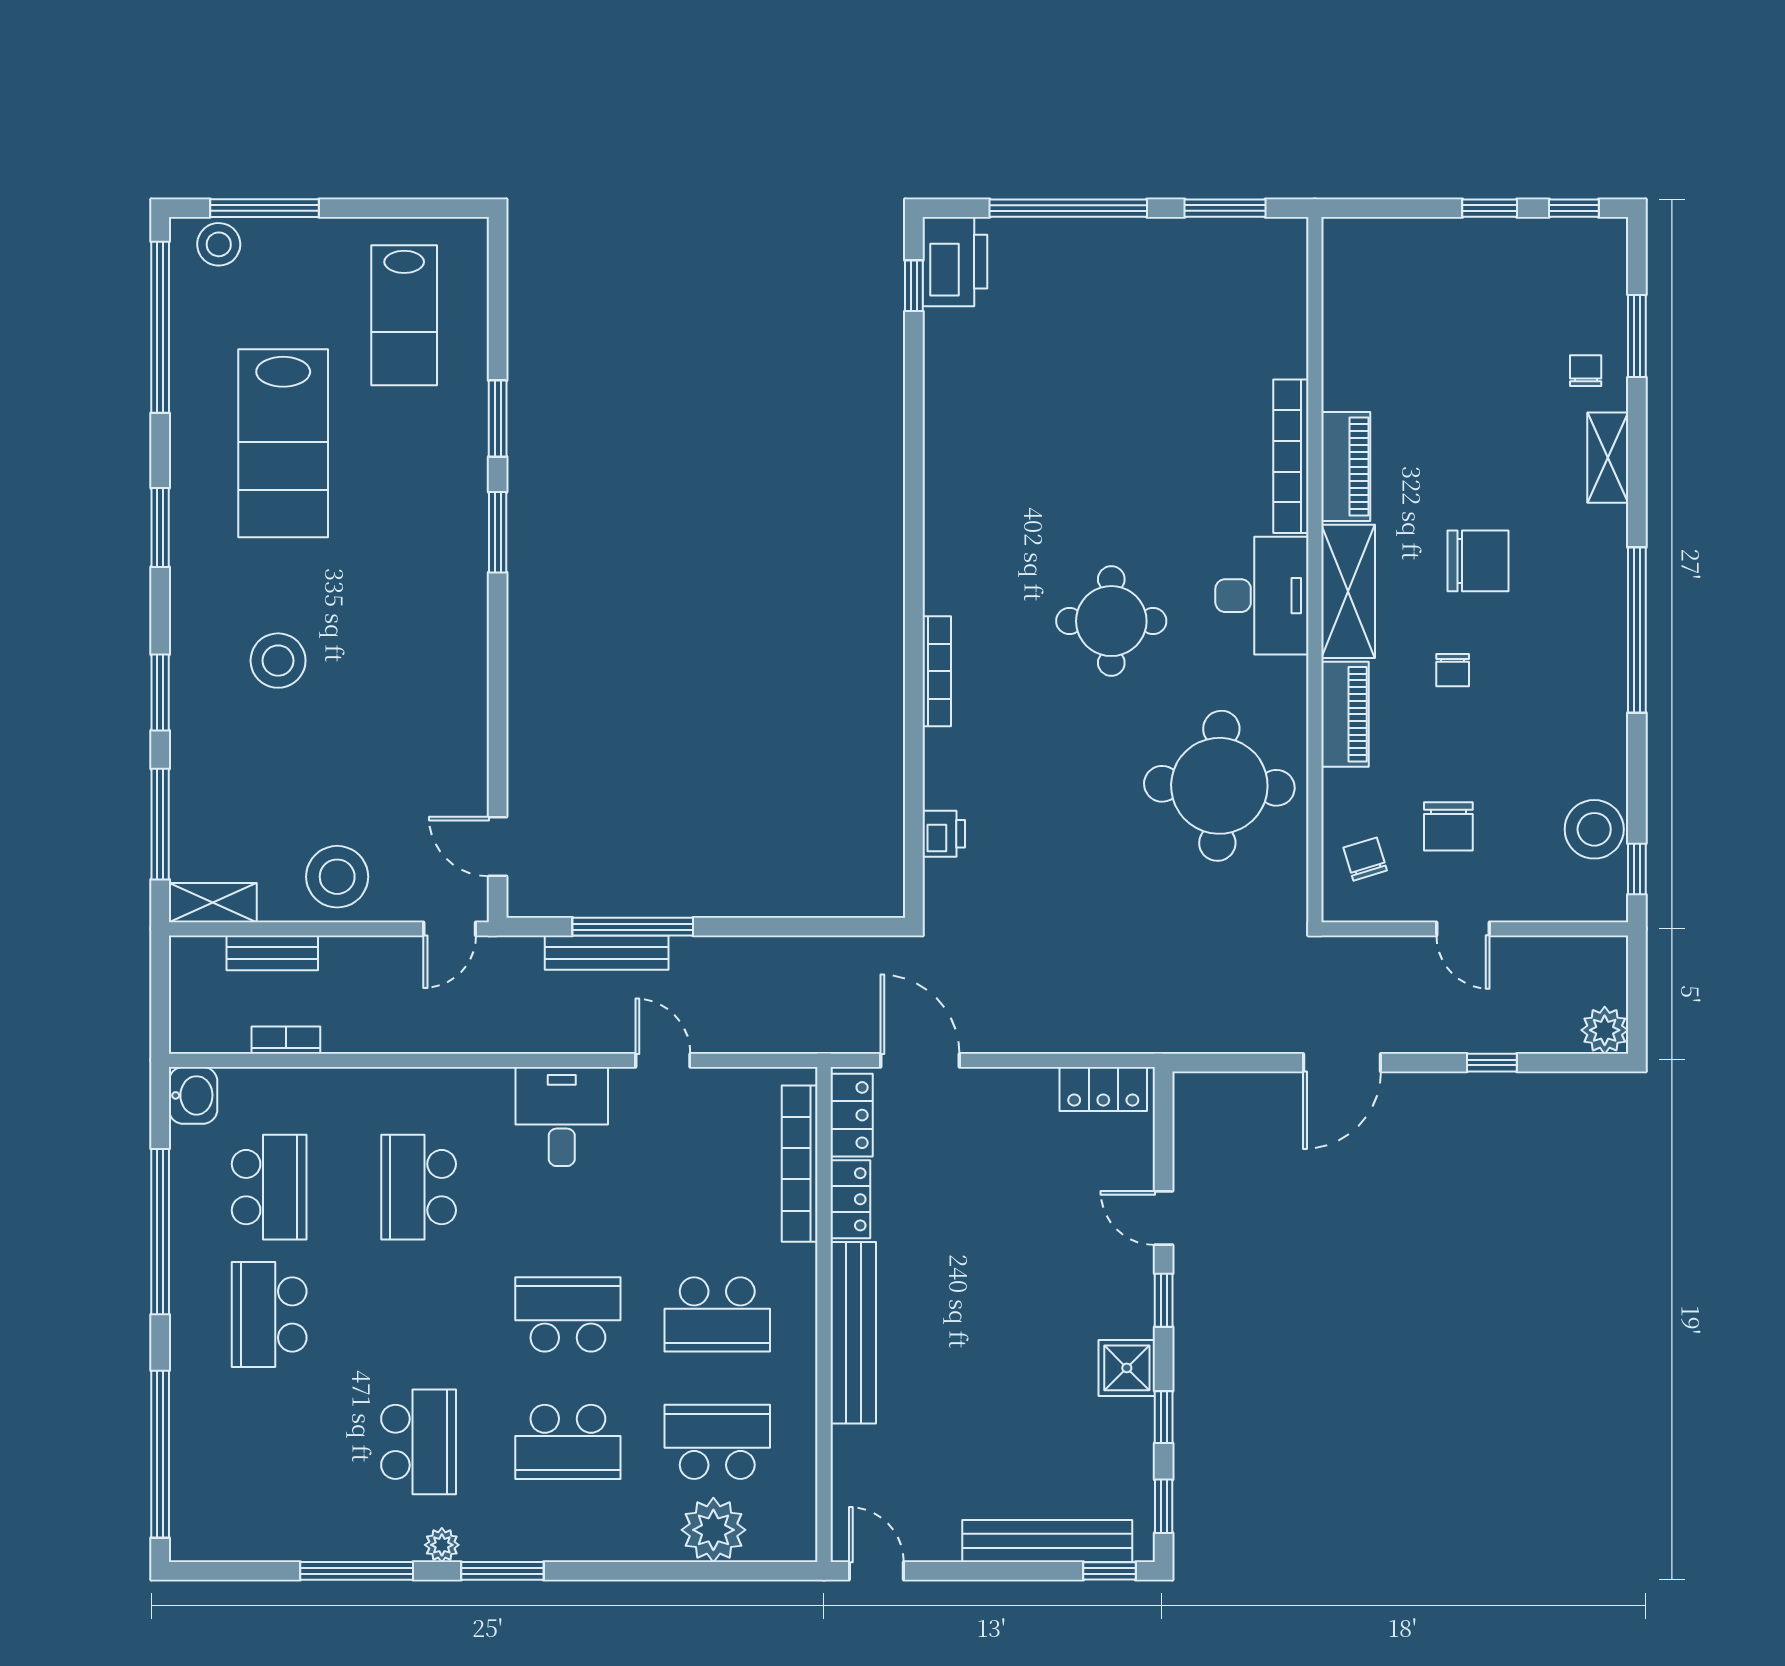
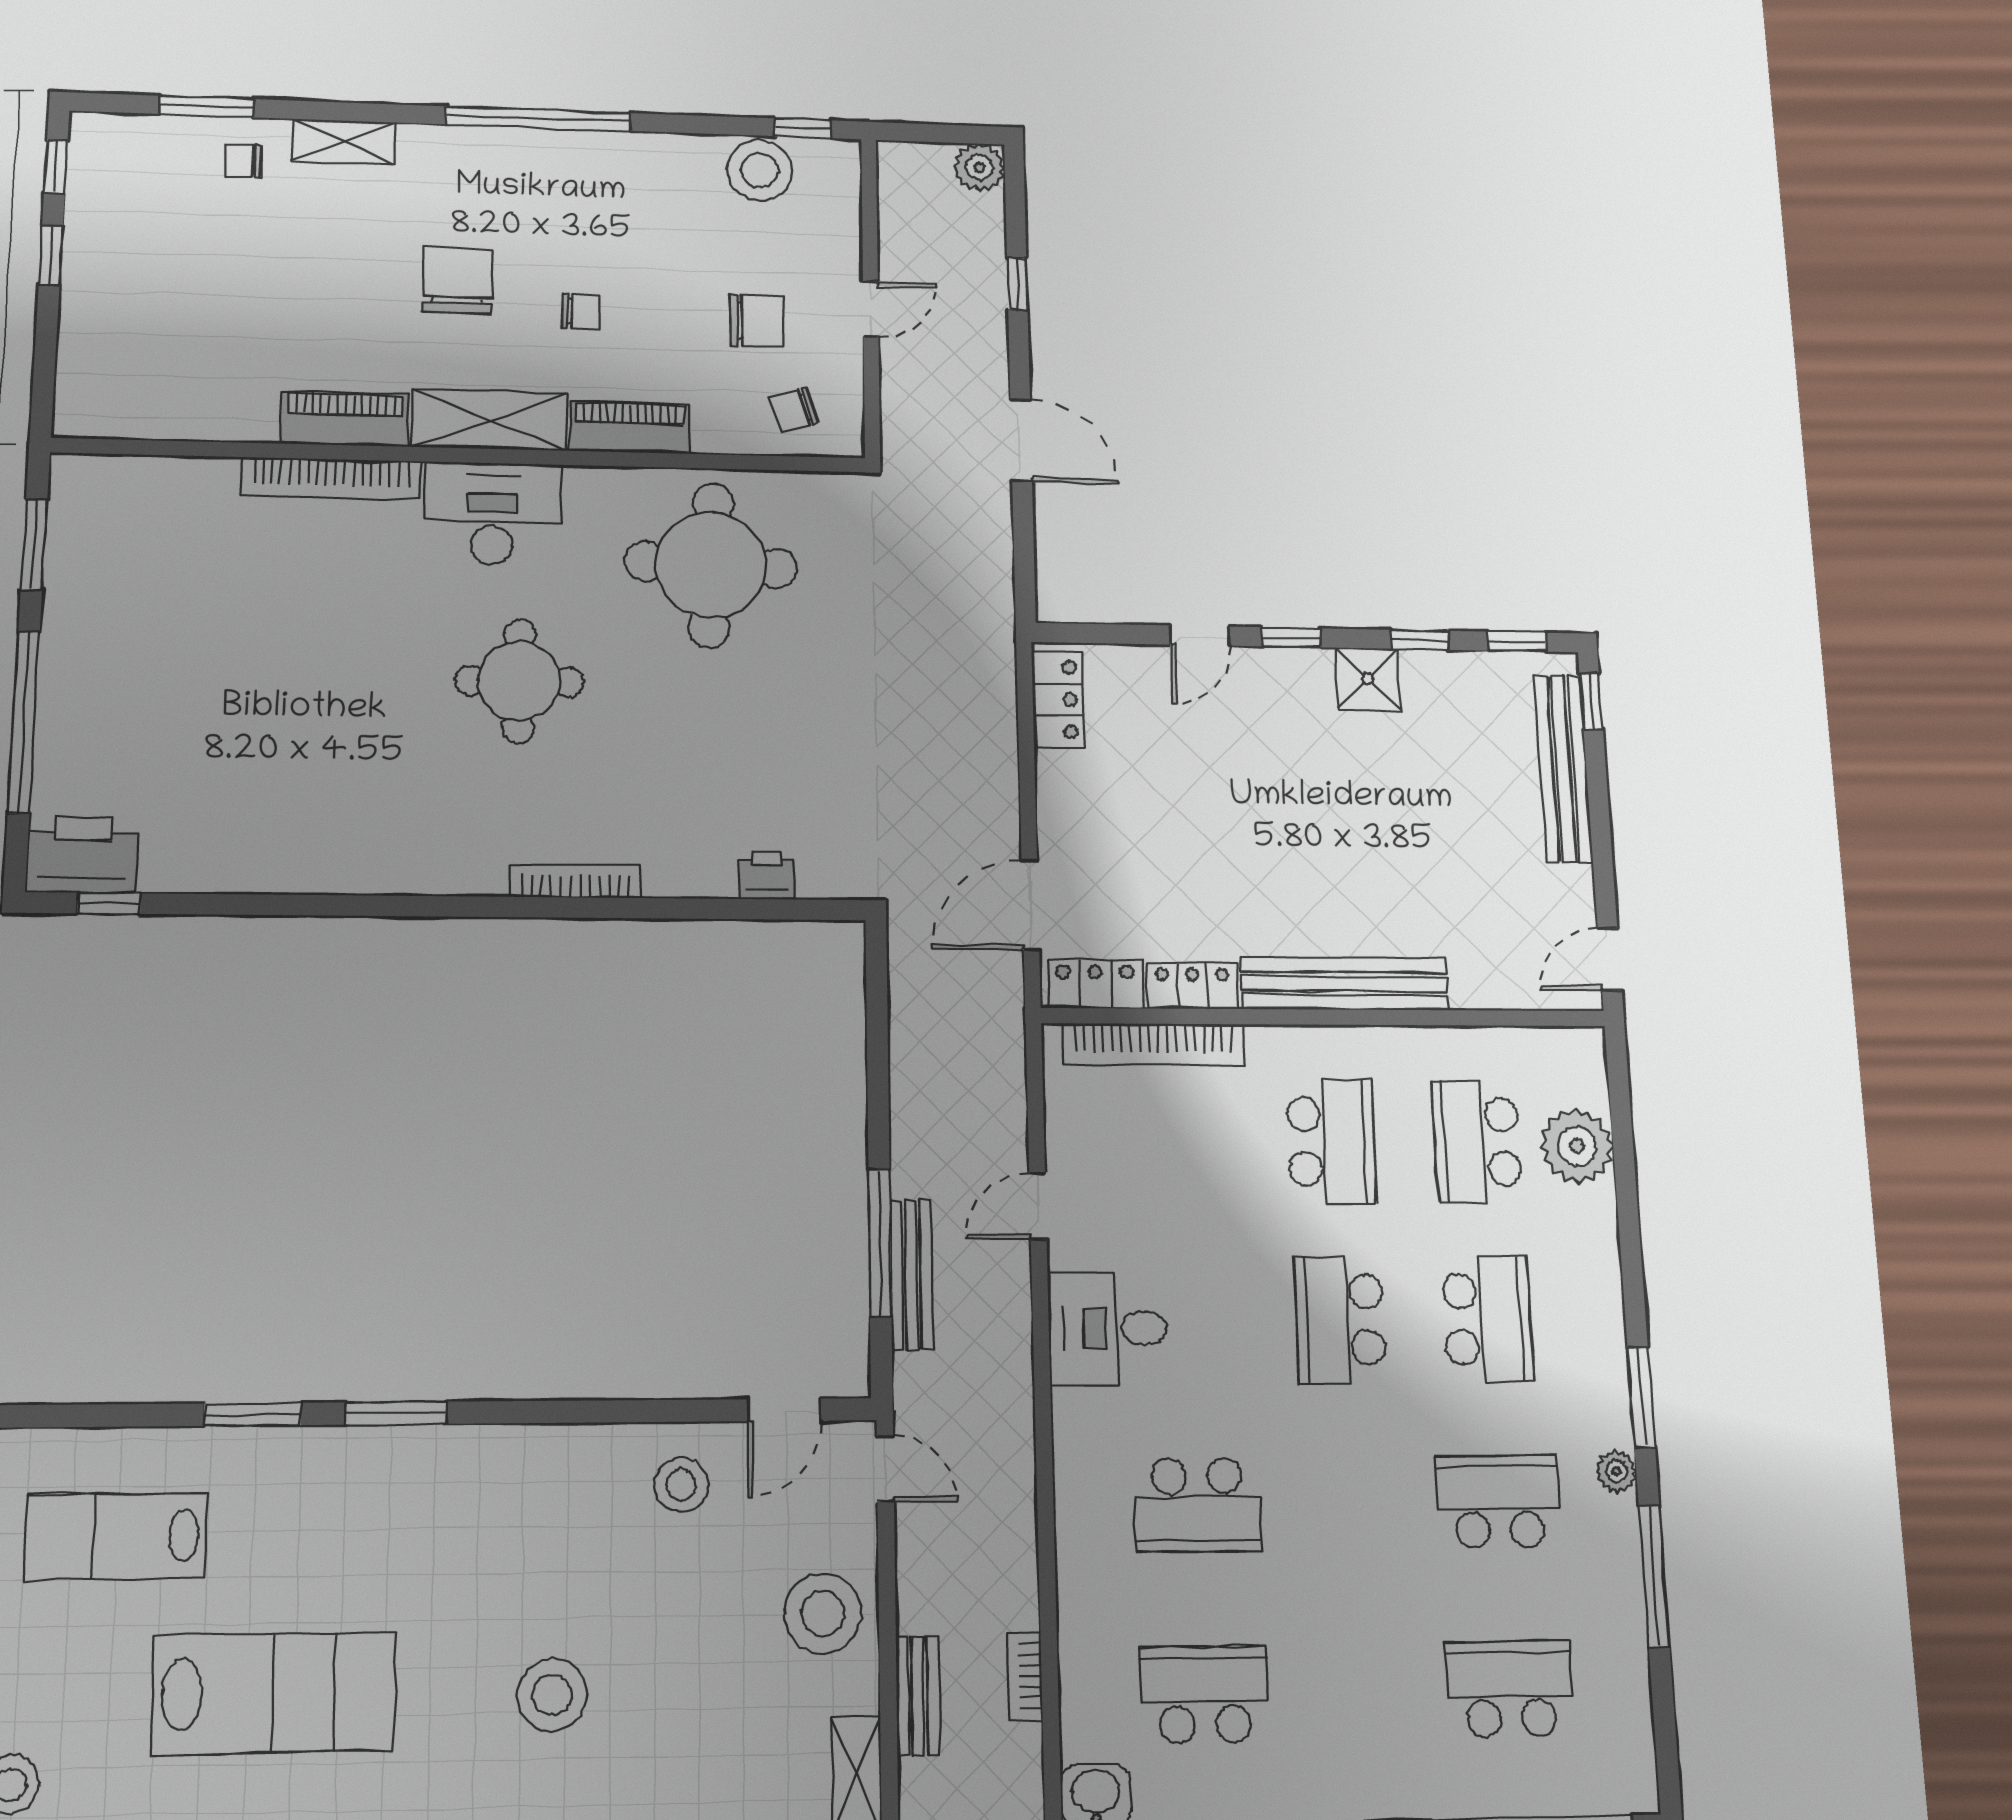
lab bench: (404, 315) -> (115, 1536), turned 180
stool: (439, 763) -> (681, 1485), added
school desk: (269, 1314) -> (1510, 1689), moved, turned 180

